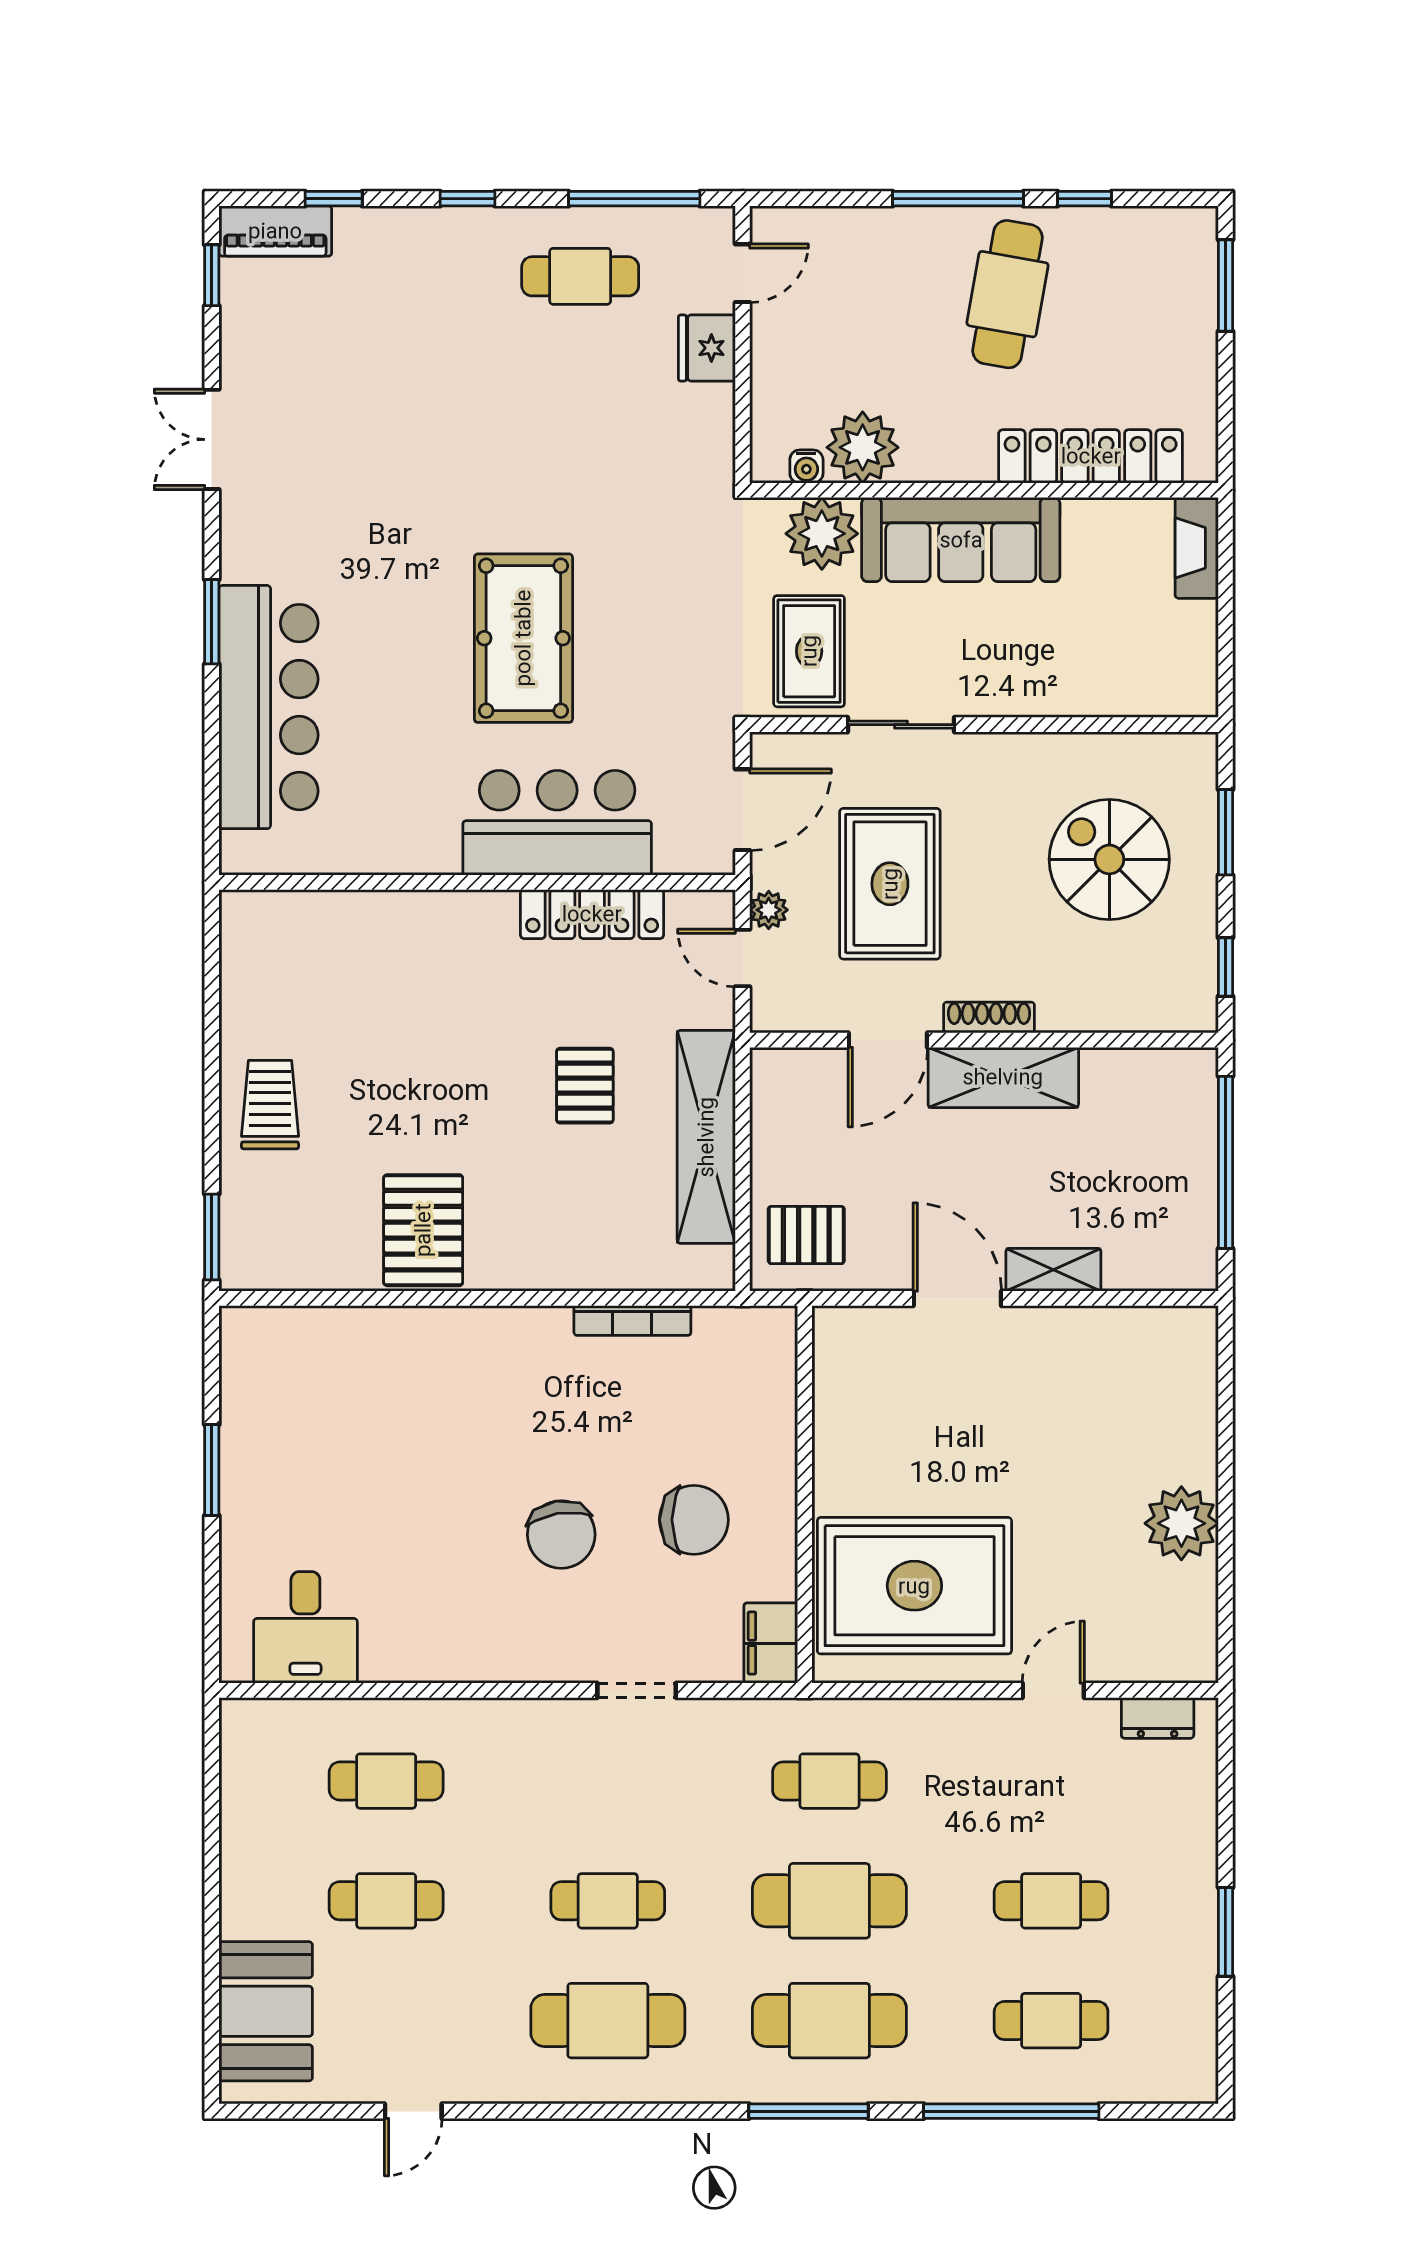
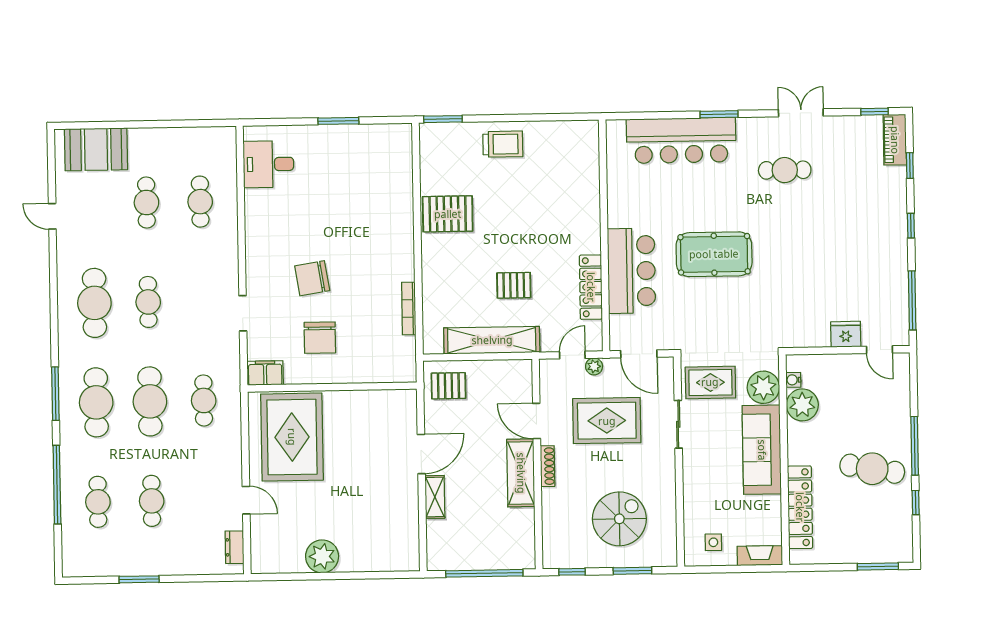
cafe table: (580, 276) -> (785, 170), moved, turned 90
side table: (1165, 651) -> (713, 542), added
pallet: (806, 1235) -> (448, 386), turned 90

